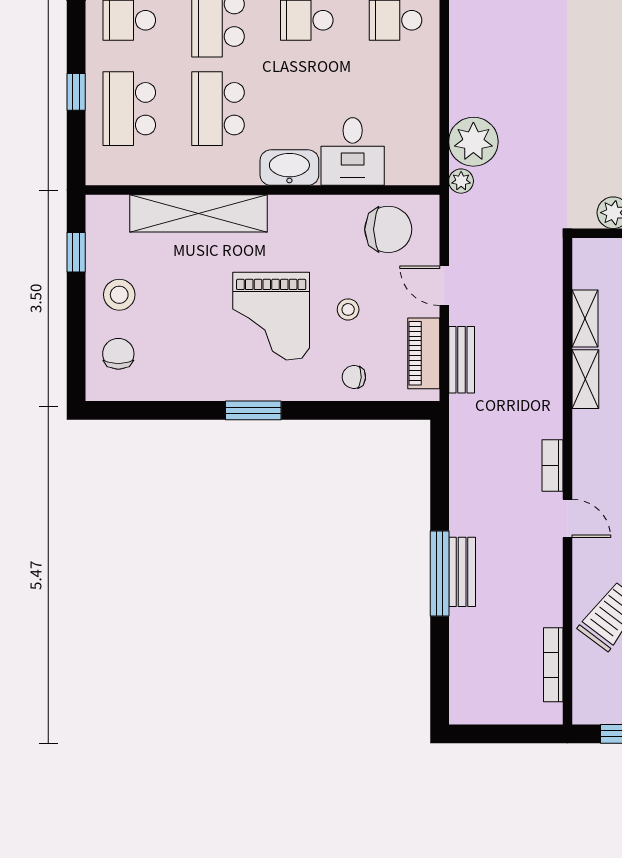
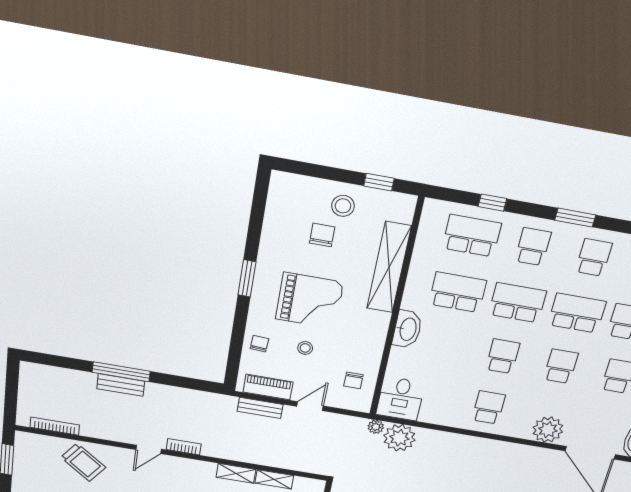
desk: (353, 152) -> (400, 399), moved, turned -90
chair: (388, 229) -> (353, 380), width x0.54, depth x0.54
grand piano: (271, 316) -> (309, 301), turned 180
chair: (118, 354) -> (322, 235), moved, turned -90

